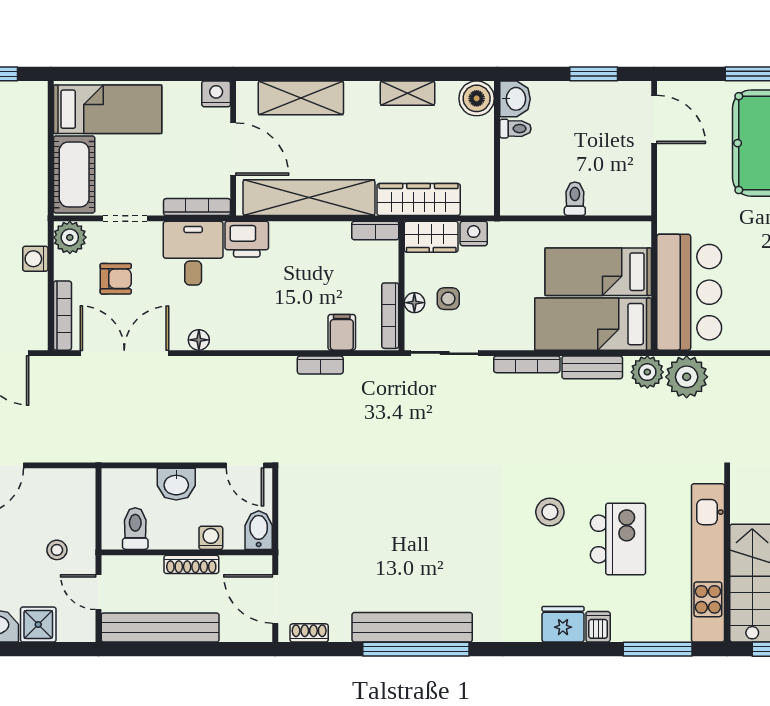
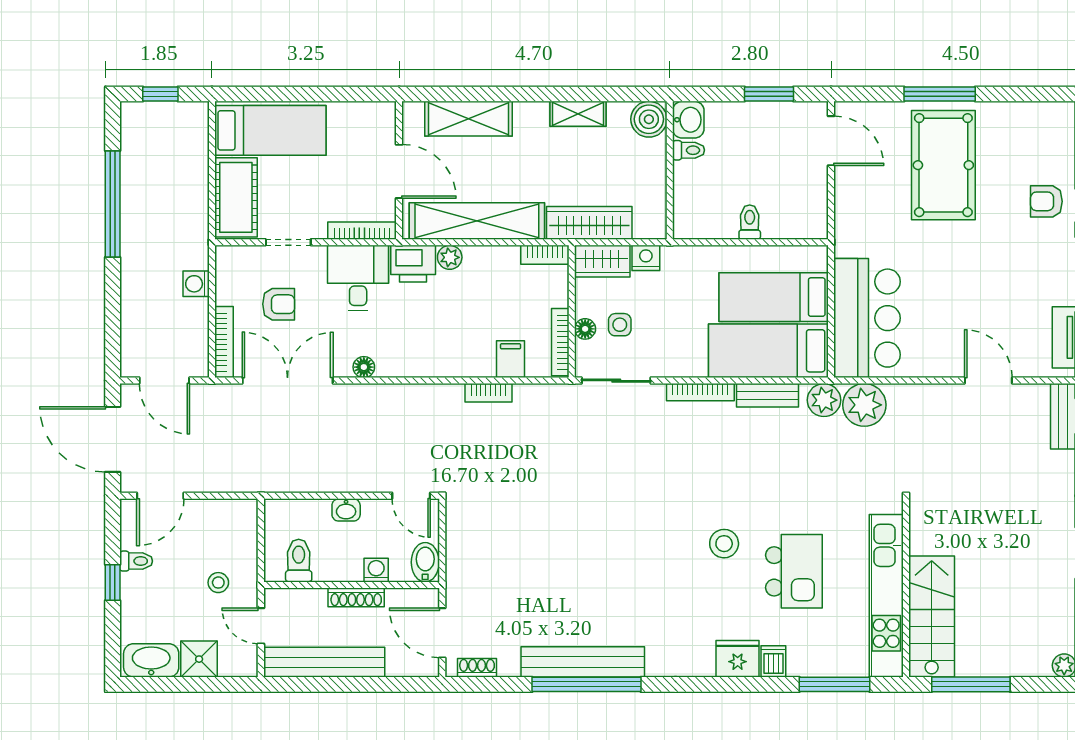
nightstand: (216, 94) -> (382, 115), removed
plant: (70, 237) -> (450, 257), moved, width x0.73, depth x0.73
washbasin: (176, 484) -> (346, 510), width x0.72, depth x0.69

